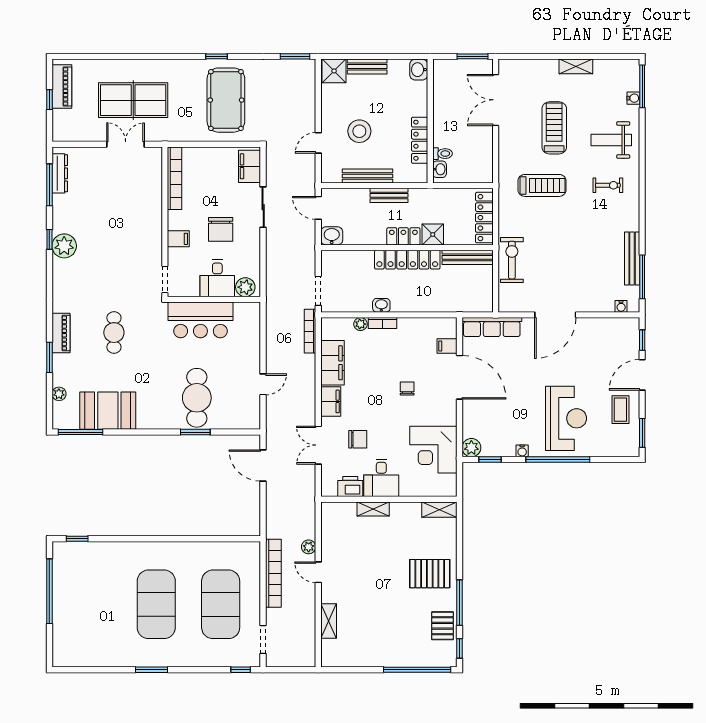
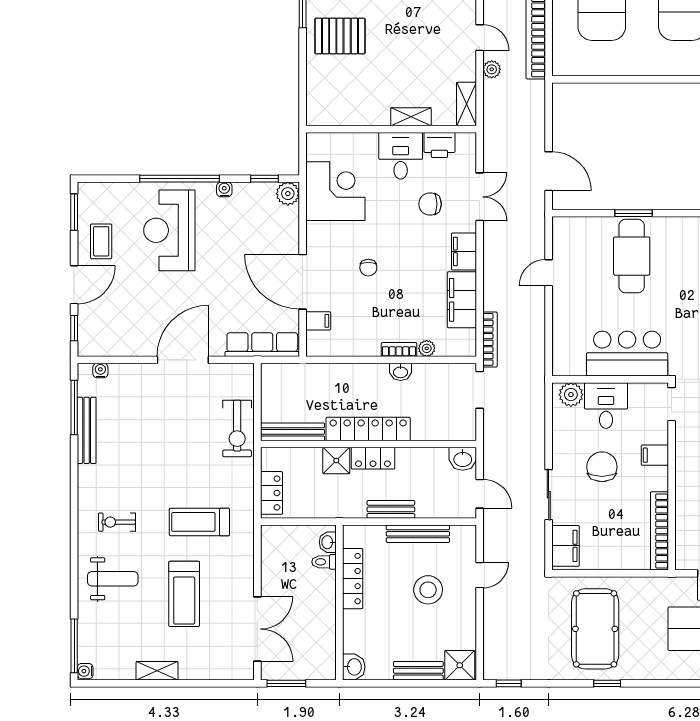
window: (295, 56) -> (509, 683), width x0.67
water cooler: (633, 98) -> (85, 671), moved
locker: (484, 218) -> (272, 493), width x0.66
shelving: (439, 510) -> (467, 104), moved, turned 90

